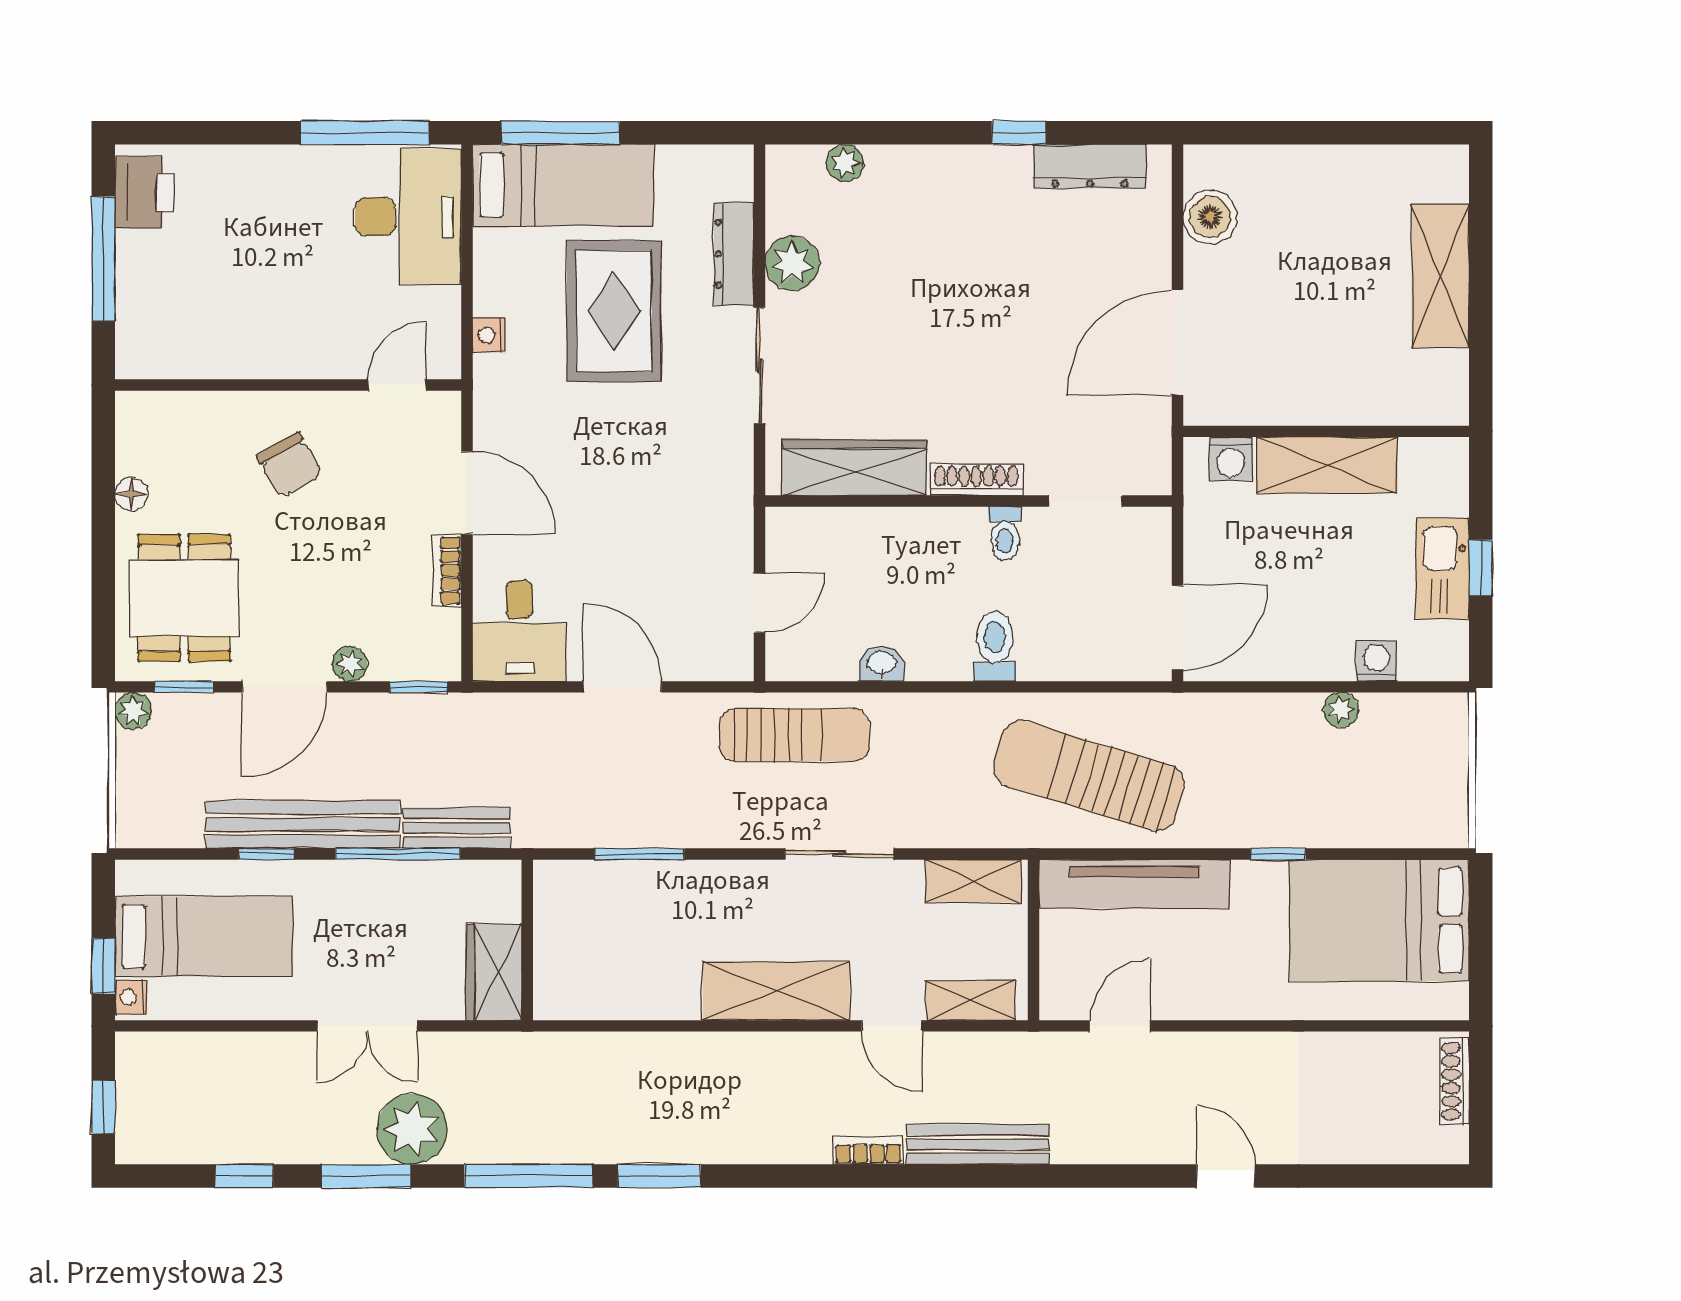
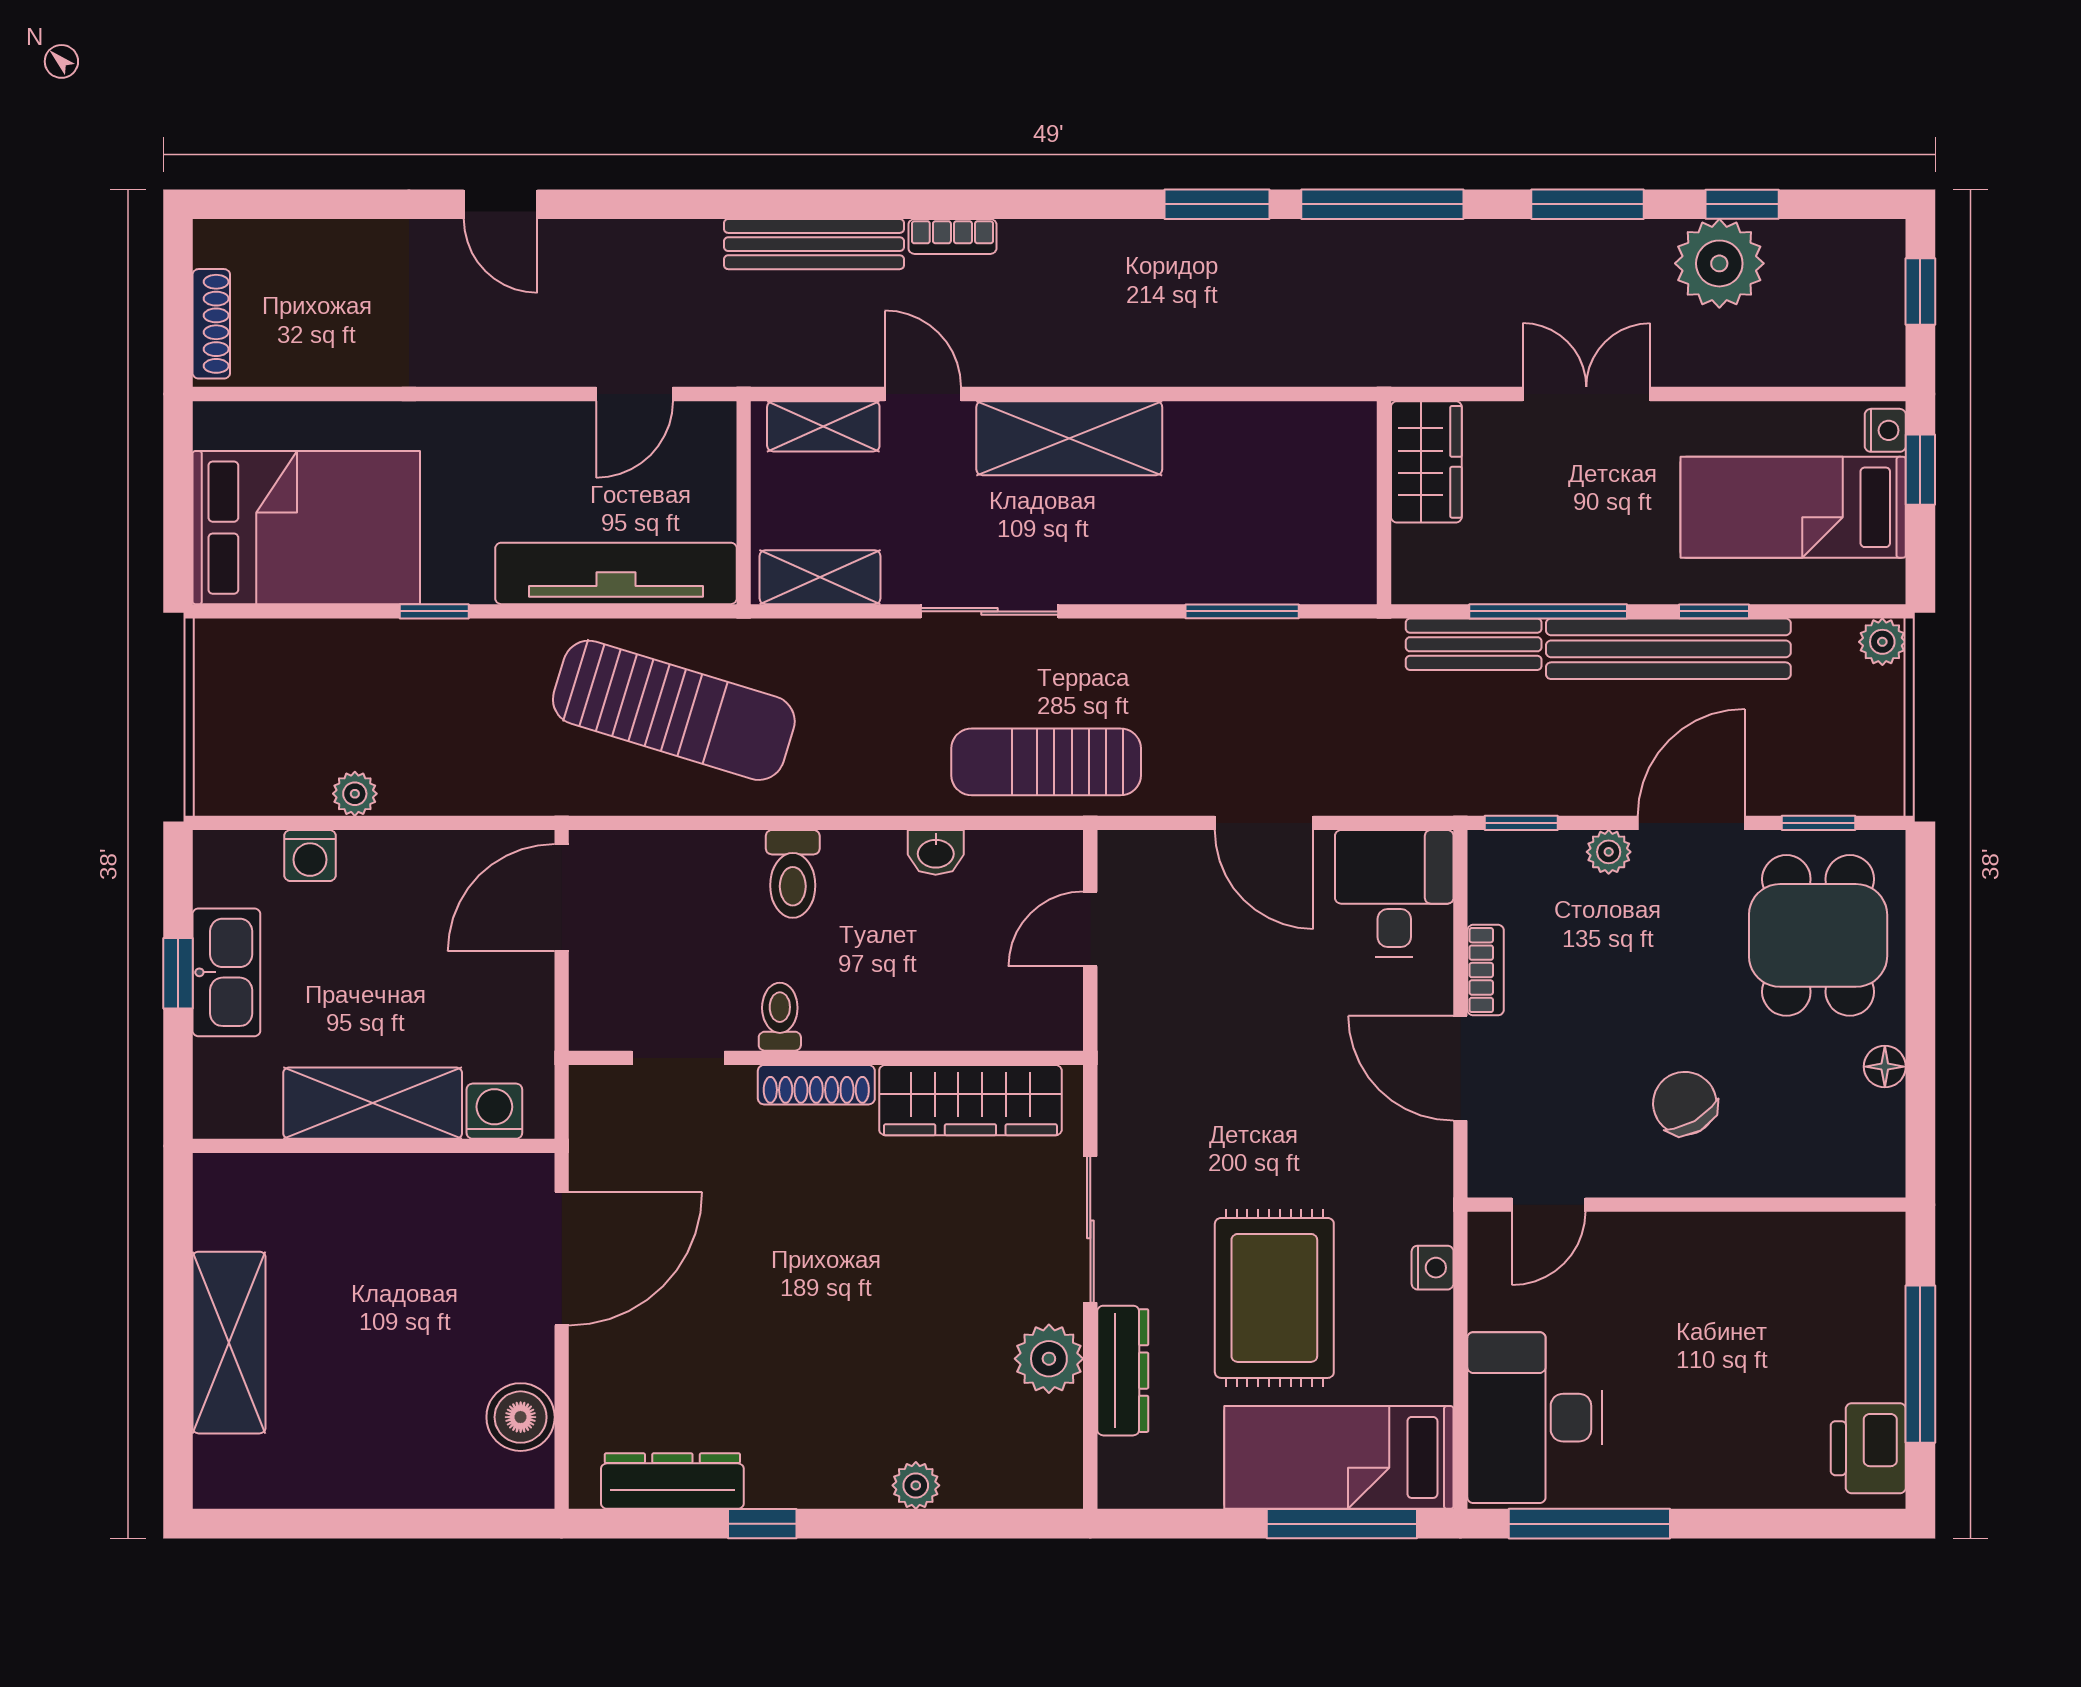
plant: (845, 163) -> (916, 1485), moved
plant: (133, 711) -> (1882, 642), moved
plant: (412, 1129) -> (1719, 263), moved

